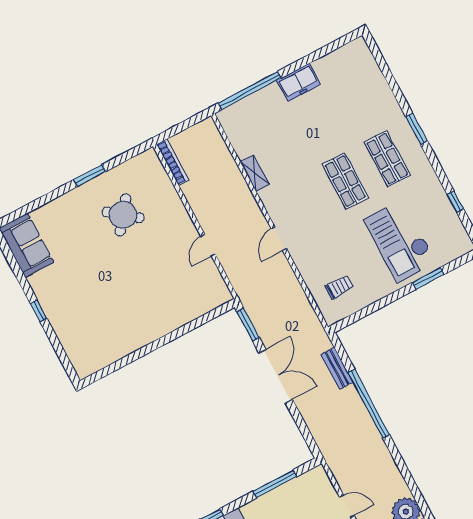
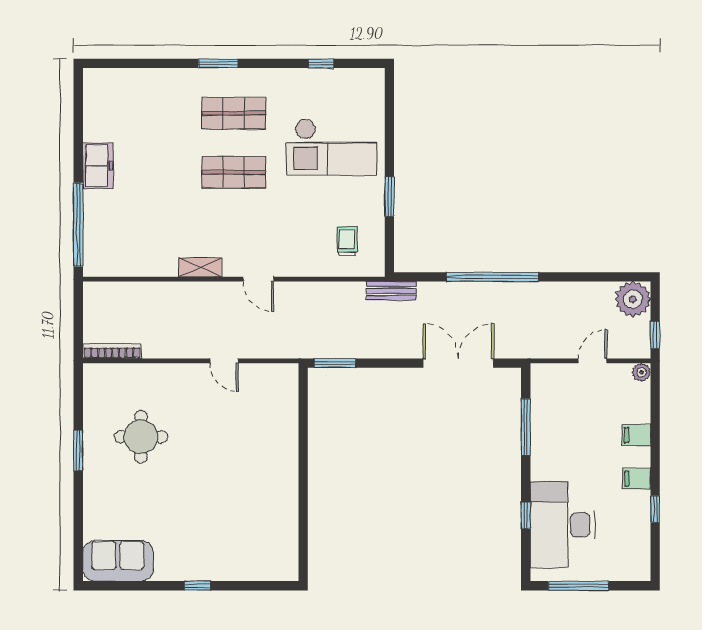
shelving: (255, 173) -> (200, 267), moved
round table: (123, 215) -> (141, 437), turned -38
window: (428, 279) -> (389, 197), moved
bench: (337, 368) -> (391, 291), moved
double door: (276, 376) -> (458, 363), moved

